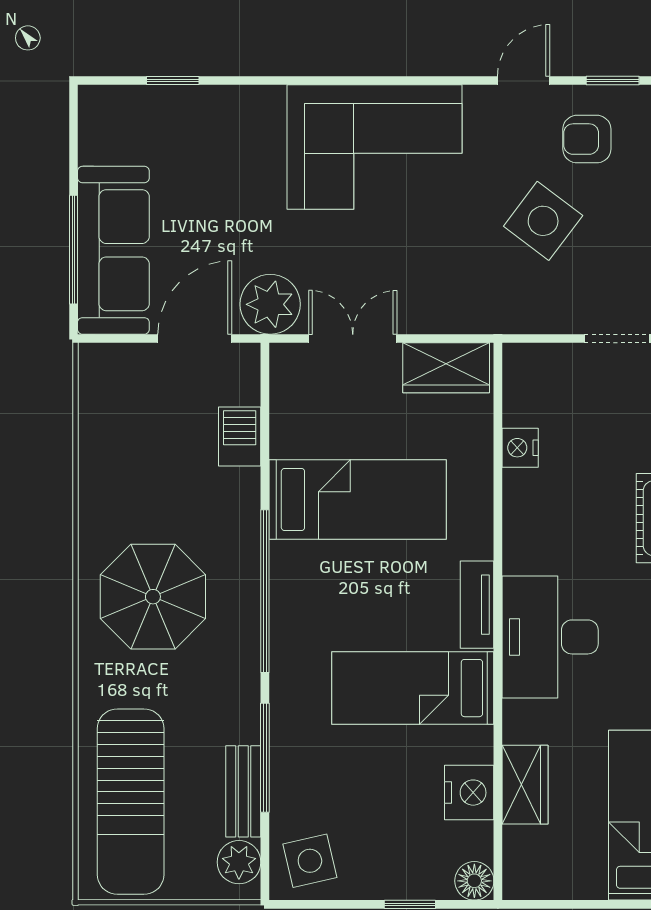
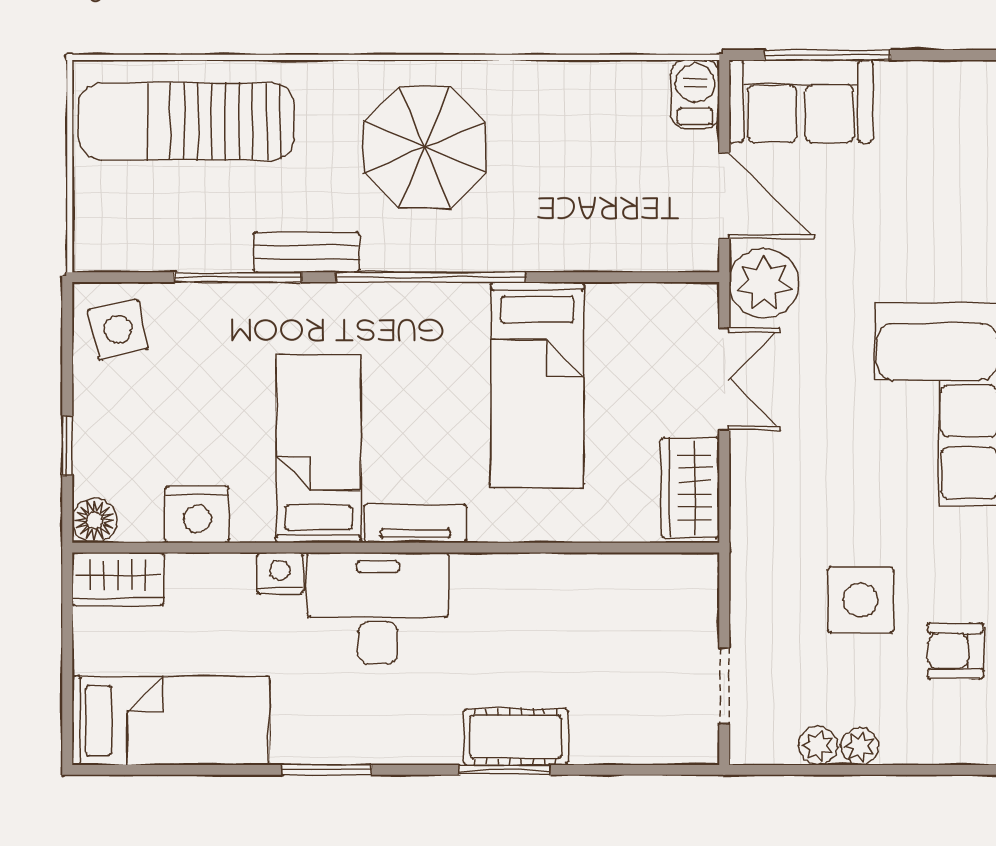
armchair: (587, 139) -> (956, 651), turned -90
side table: (543, 221) -> (861, 600), turned -37
sofa: (113, 250) -> (801, 101), width x0.73
barbecue: (240, 437) -> (695, 94), moved, turned -90
nightstand: (520, 448) -> (280, 573), moved
wardrobe: (525, 785) -> (118, 579), moved
bench: (243, 791) -> (307, 252), moved
plant: (239, 862) -> (116, 247), removed

